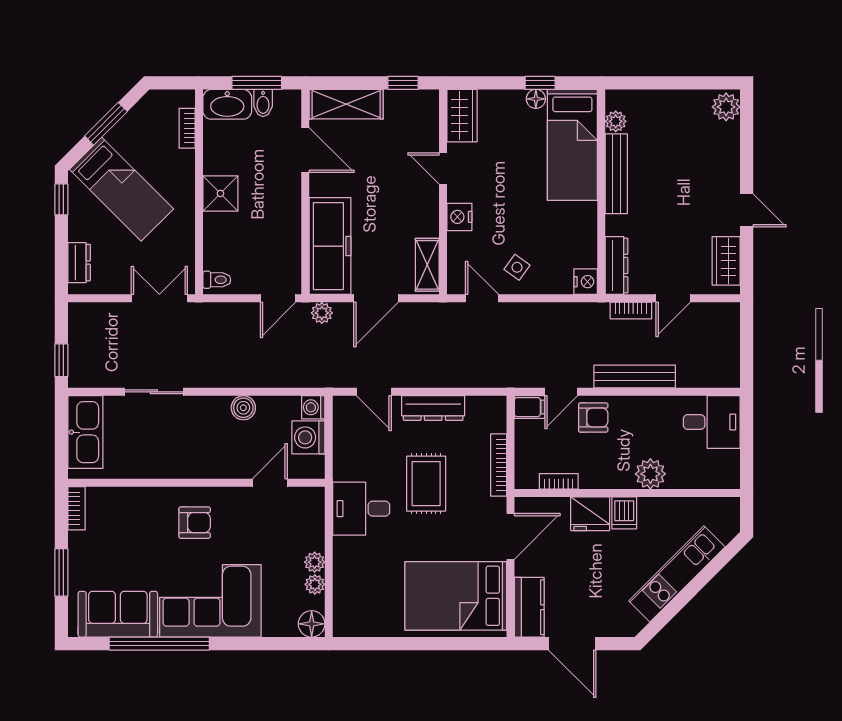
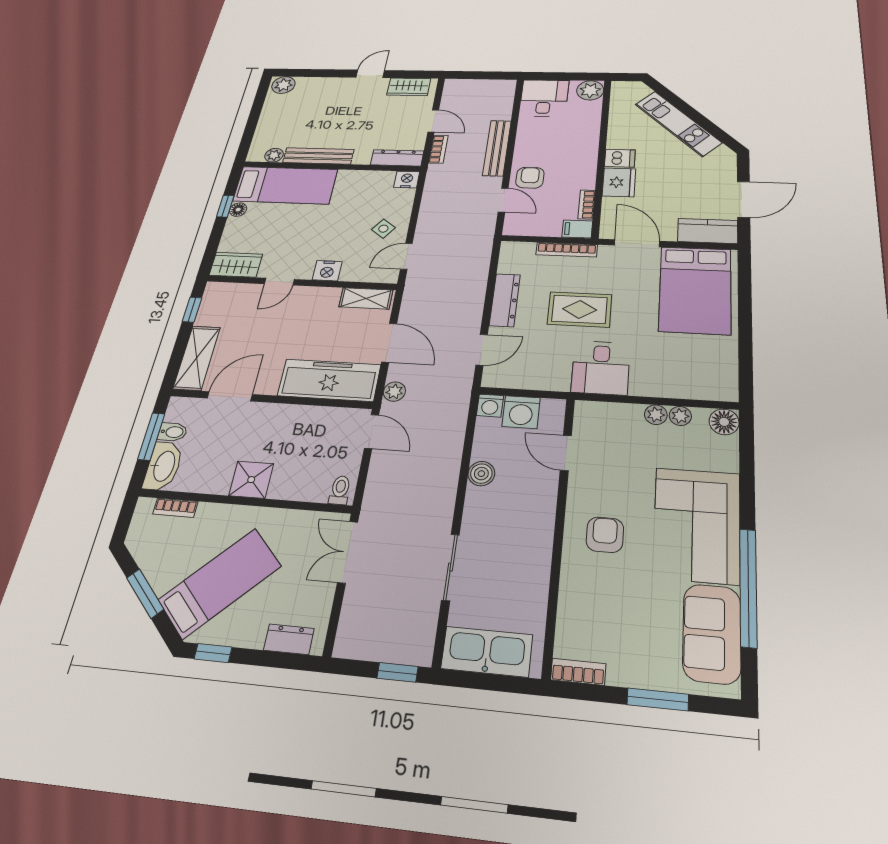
filing cabinet: (529, 407) -> (577, 229), moved, turned -90
plant: (650, 474) -> (590, 90), moved

